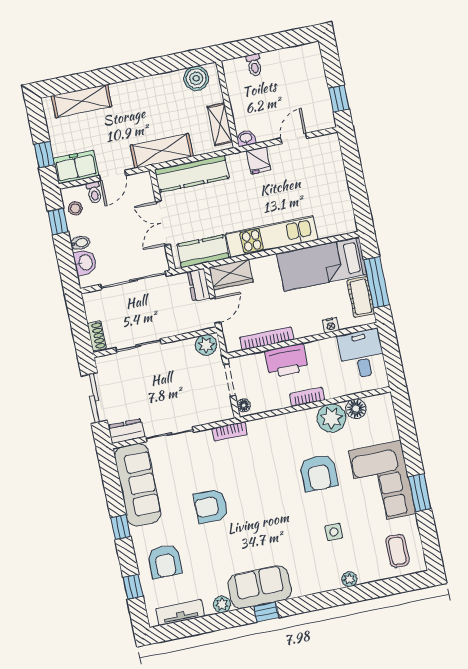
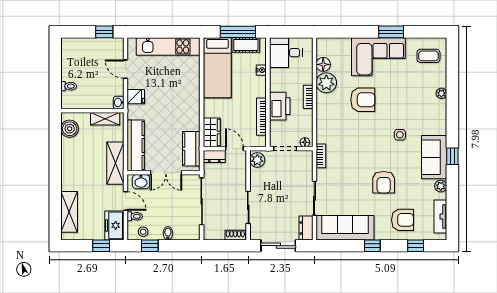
kitchen unit: (272, 237) -> (168, 46), moved, turned -90
washbasin: (85, 262) -> (141, 182), moved, turned 180
armchair: (211, 506) -> (384, 182), moved
side table: (334, 532) -> (400, 135), moved

